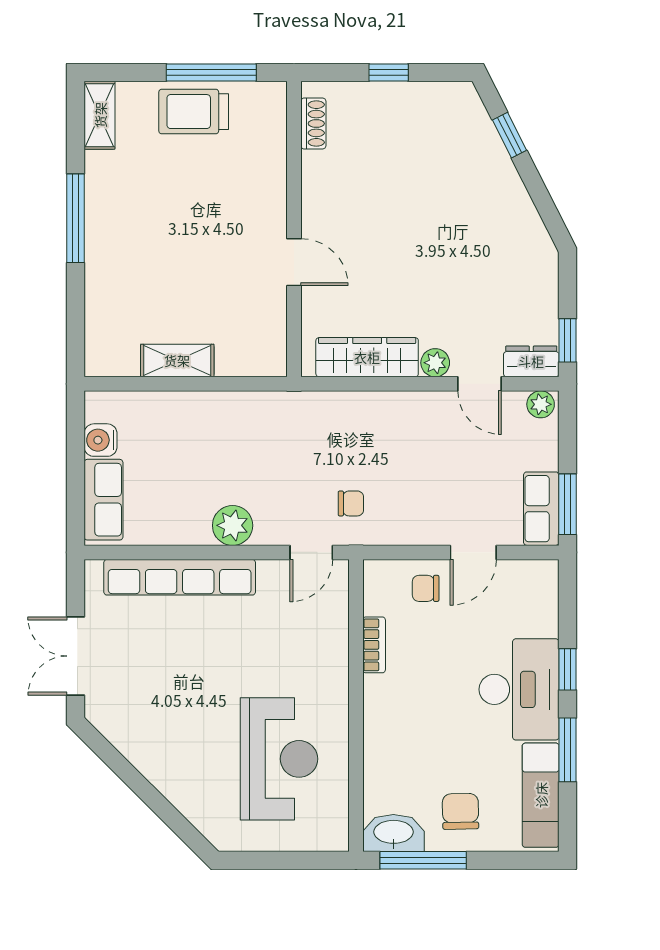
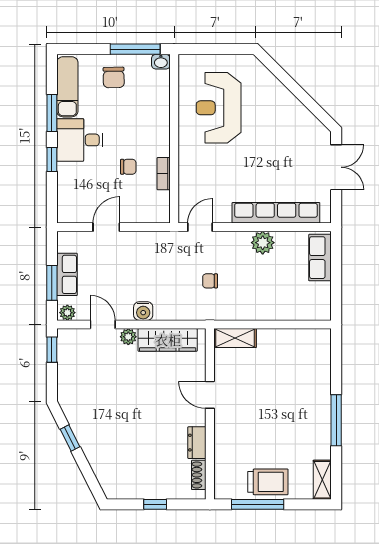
window: (510, 135) -> (70, 438), moved
shelving: (177, 360) -> (235, 338), moved
dresser: (531, 361) -> (197, 443), moved, turned 90
water cooler: (101, 440) -> (143, 311), moved, turned 90
chair: (351, 503) -> (210, 281), moved
window: (568, 504) -> (52, 283), moved
row of seats: (541, 509) -> (67, 274), moved
plant: (233, 525) -> (263, 243), moved
chair: (426, 588) -> (128, 167), moved
desk: (519, 689) -> (80, 140), width x0.73
washbasin: (393, 833) -> (161, 62), width x0.52, depth x0.69

